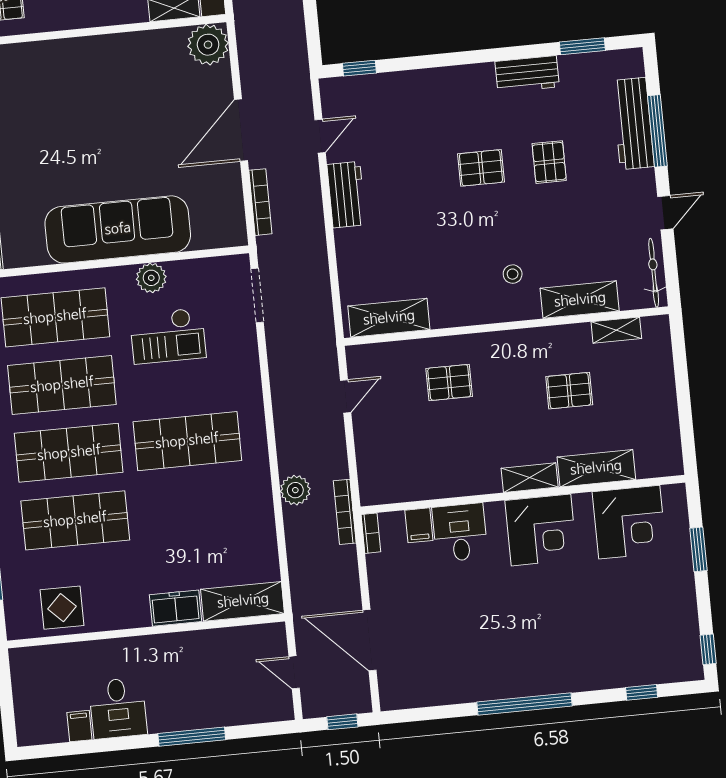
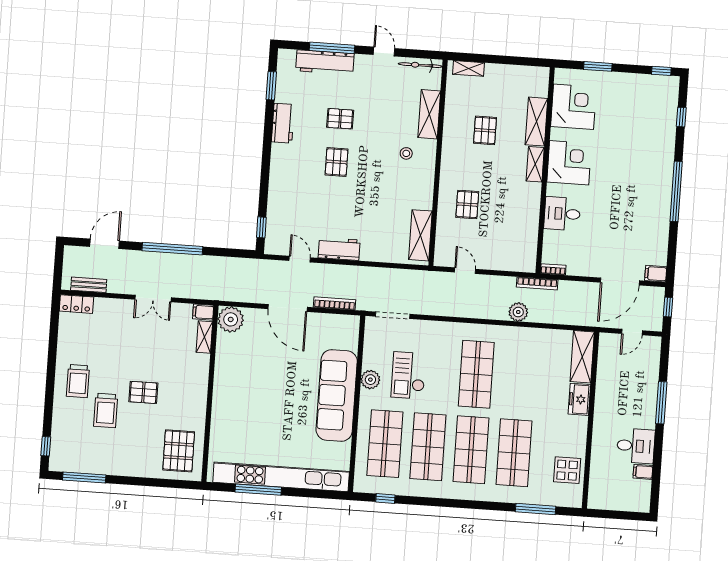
shelving: (616, 330) -> (468, 68), moved, turned 90
checkout: (168, 336) -> (408, 375), turned 180
filing cabinet: (419, 525) -> (656, 274), moved, turned 180

